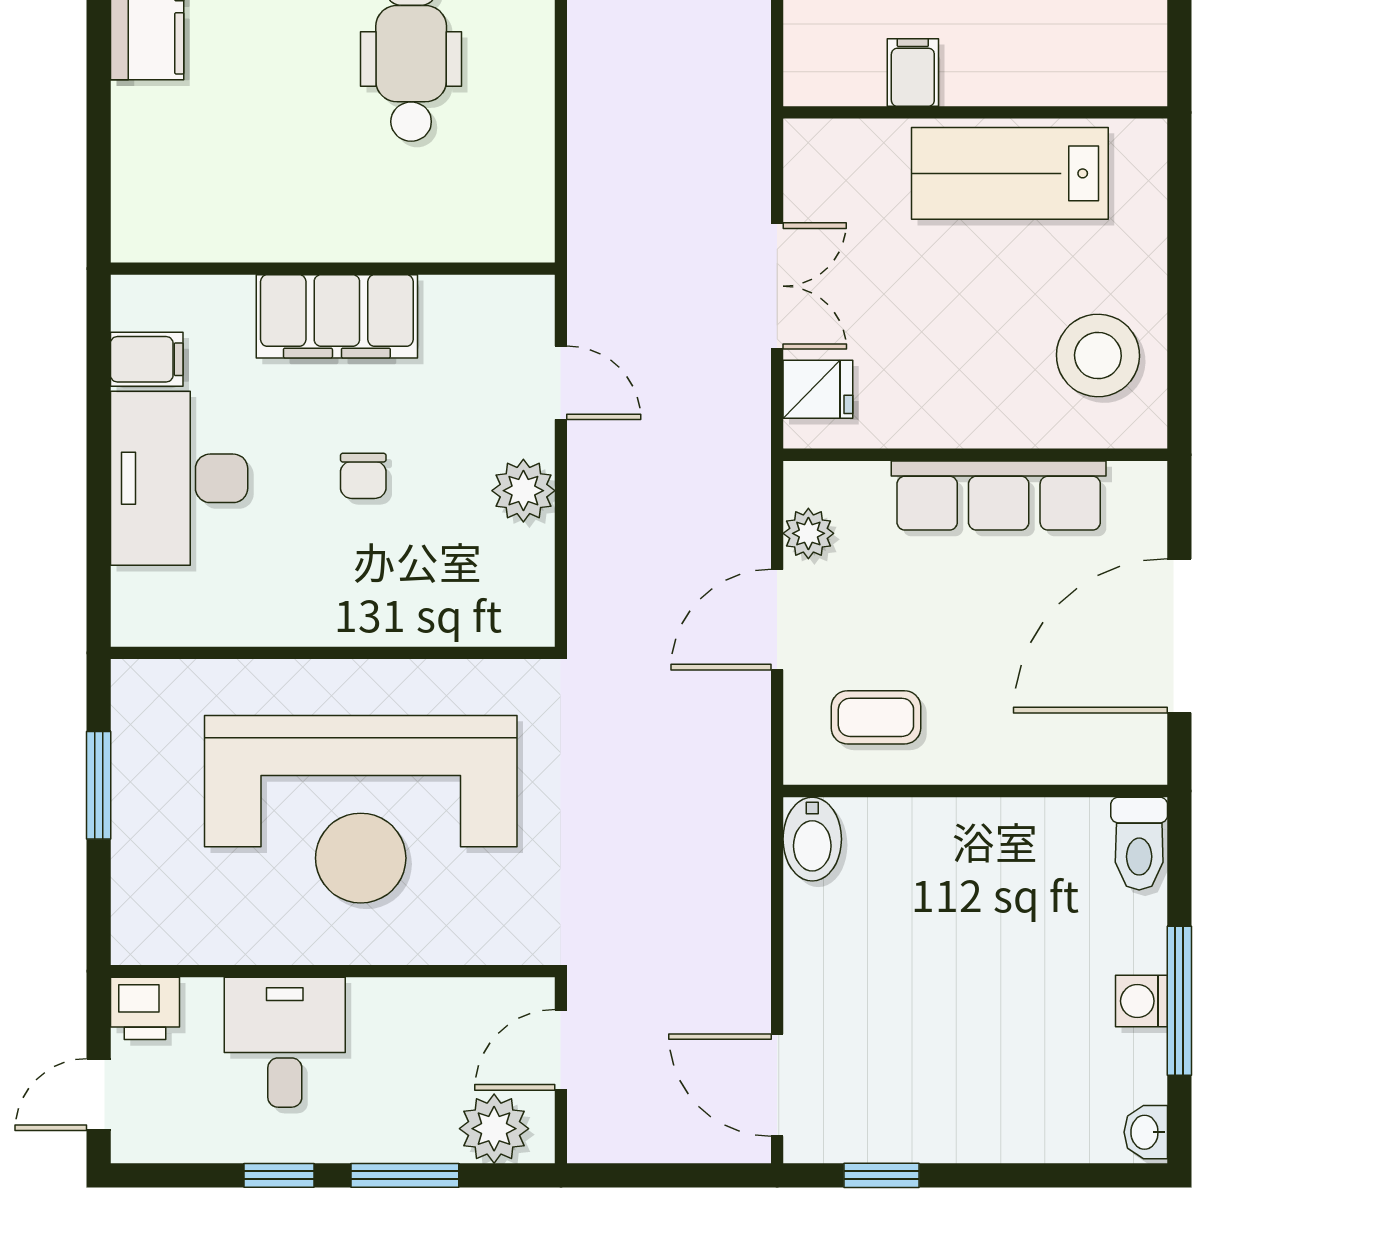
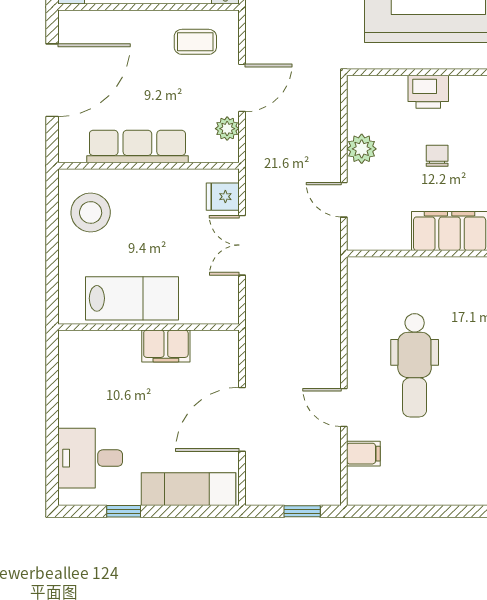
filing cabinet: (913, 73) -> (166, 346), width x2.00
printer: (382, 612) -> (428, 92), added

